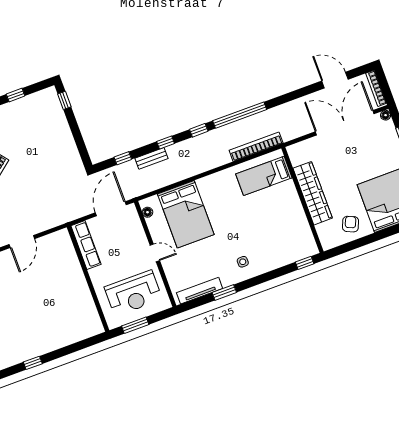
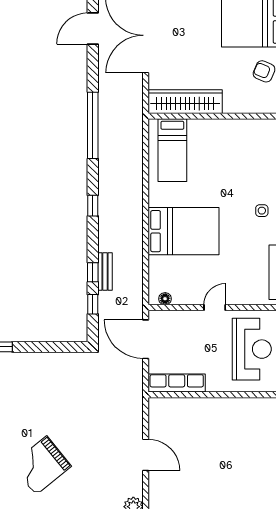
window: (240, 115) -> (93, 125), moved
window: (166, 142) -> (93, 272), moved
bookcase: (256, 147) -> (136, 147), removed
wardrobe: (313, 193) -> (185, 102), moved
bed: (186, 214) -> (183, 231), moved

